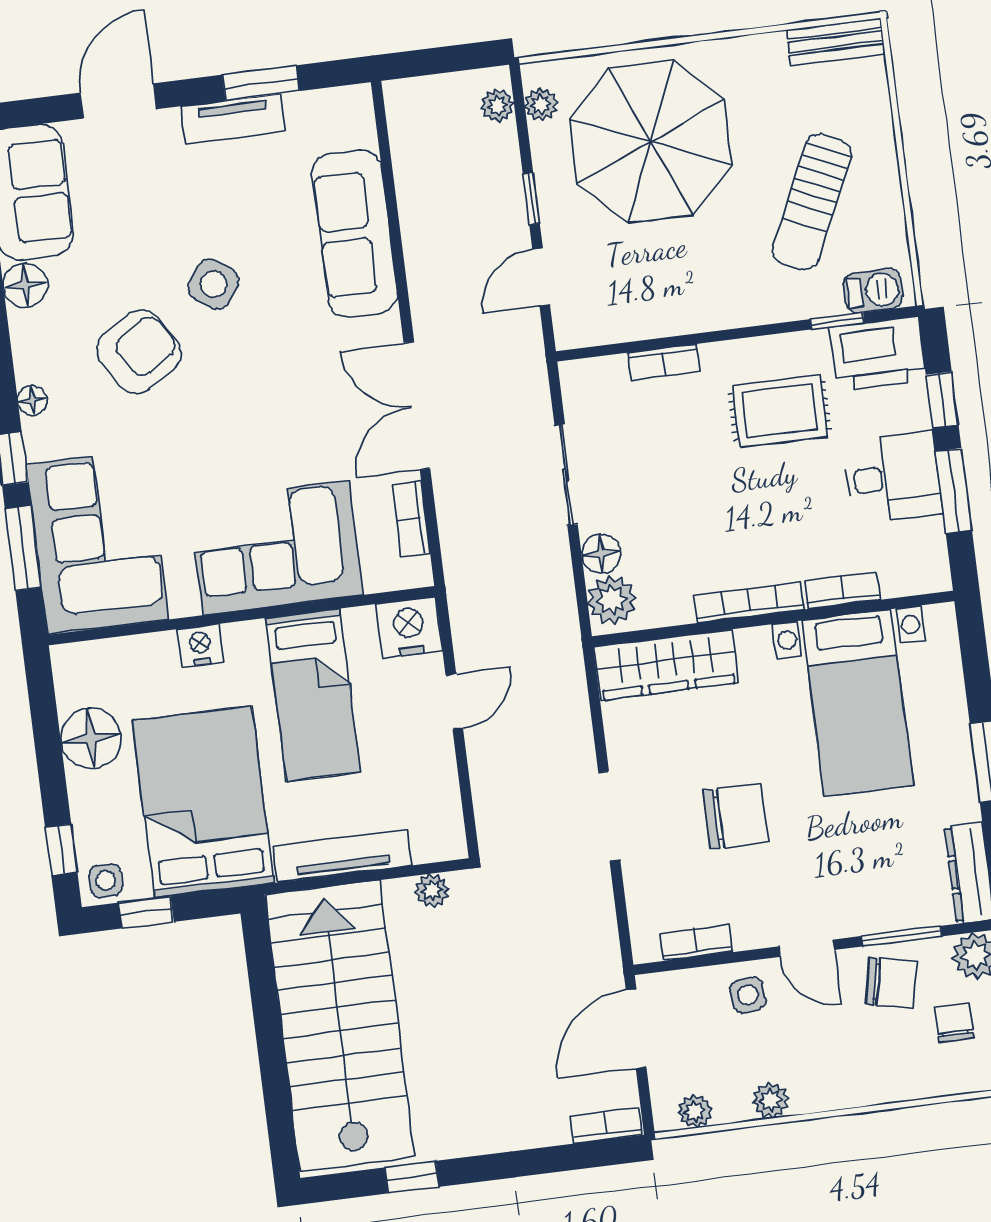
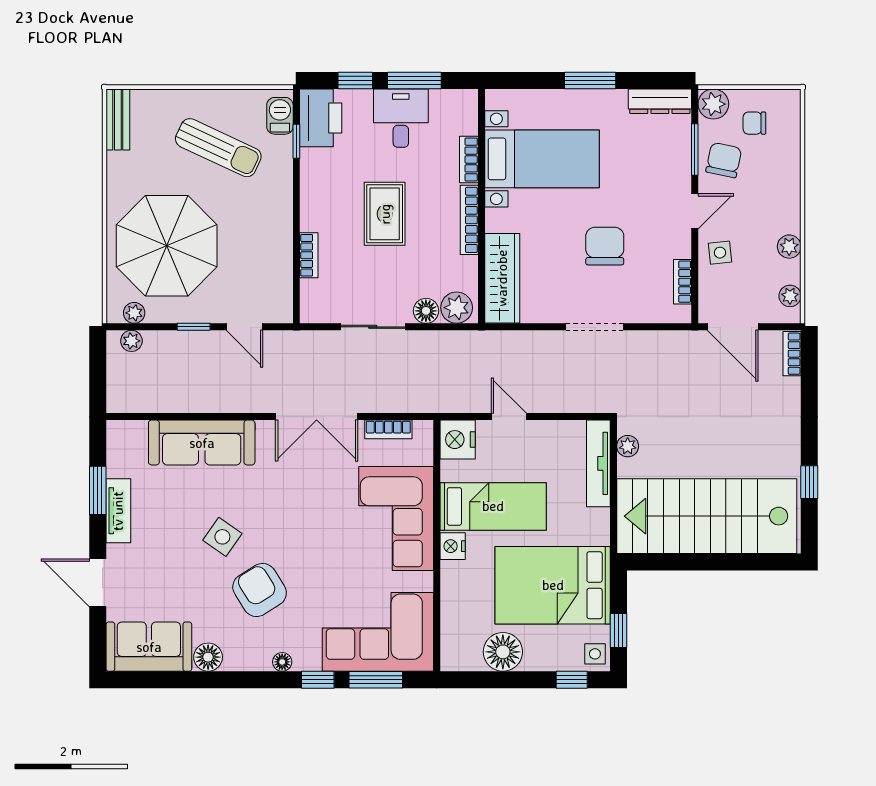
rug: (780, 411) -> (385, 214), moved
nightstand: (200, 646) -> (453, 546), moved
tv unit: (342, 856) -> (598, 463), moved

